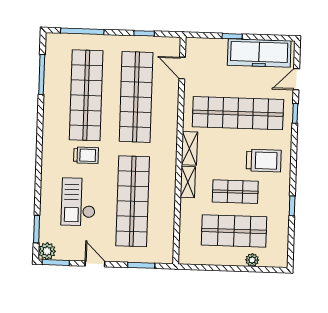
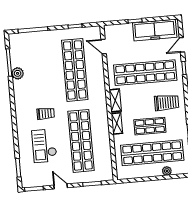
shop shelf: (86, 95) -> (41, 73), removed
shop shelf: (234, 231) -> (152, 153), width x1.40
plant: (47, 251) -> (18, 73), moved

